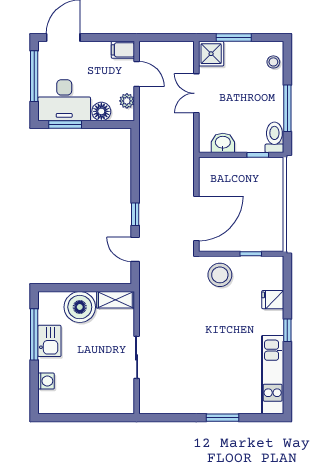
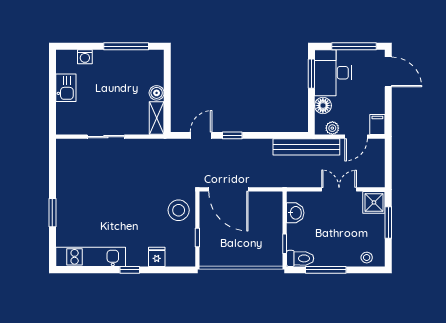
bench: (148, 130) -> (306, 147), added
boiler: (80, 307) -> (157, 93), width x0.54, depth x0.54
kitchen sink: (49, 341) -> (66, 88), moved, turned -90

